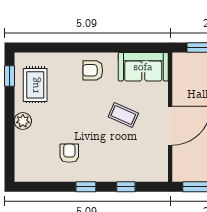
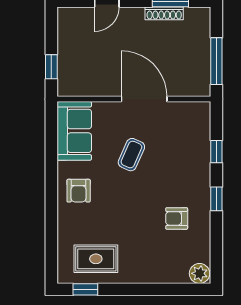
plant: (23, 121) -> (200, 273), moved

